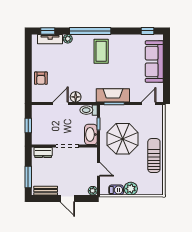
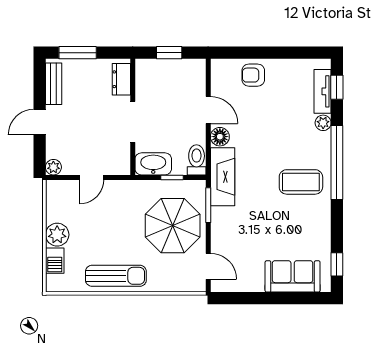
sofa: (154, 62) -> (293, 276), width x0.73
fireplace: (113, 95) -> (223, 177), moved
parasol: (123, 139) -> (173, 226), moved
barbecue: (116, 190) -> (55, 261), moved

